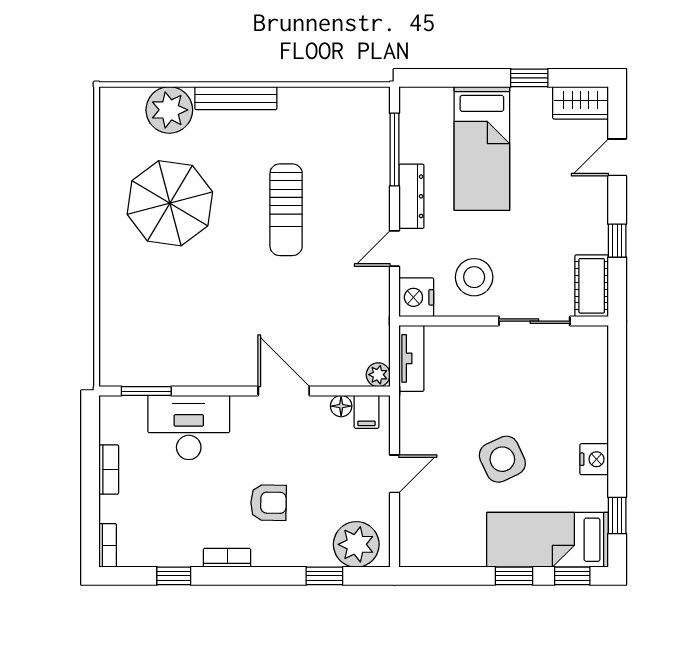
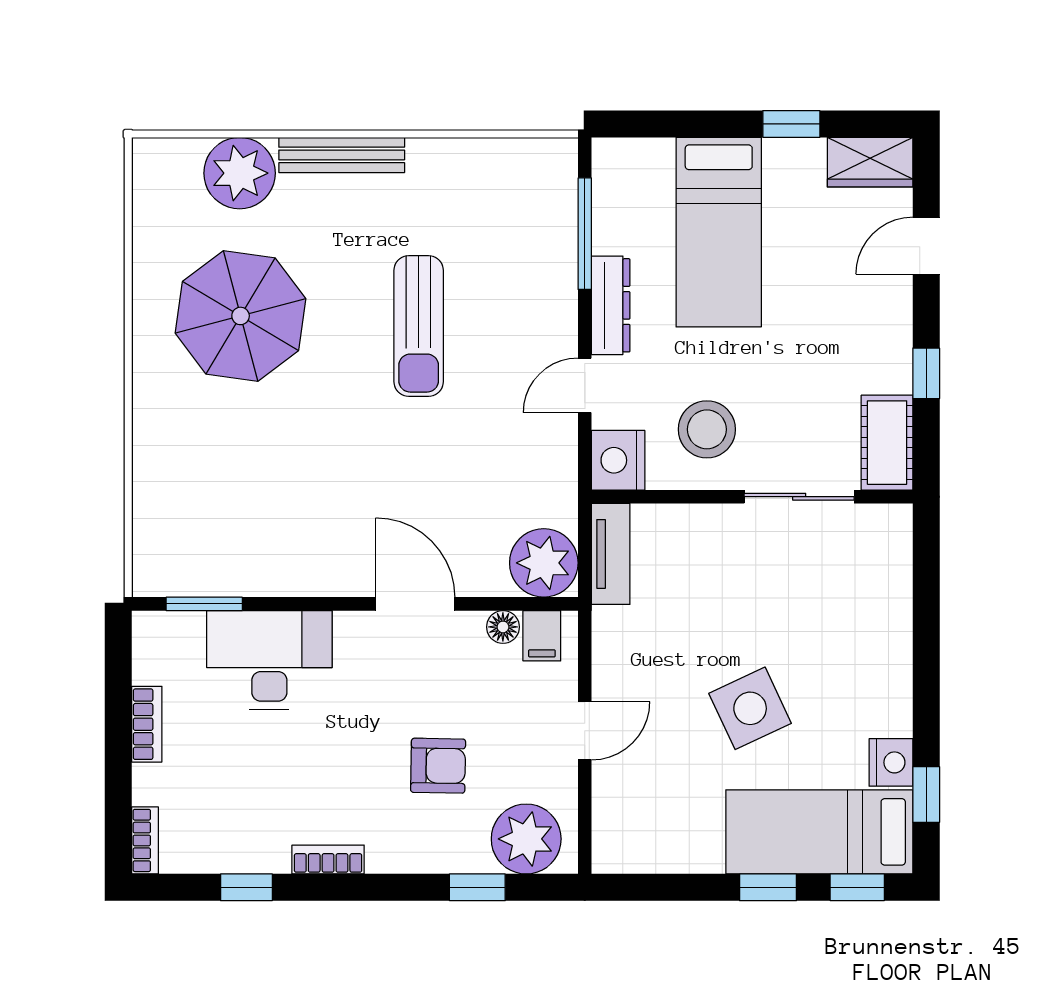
plant: (378, 375) -> (544, 563), width x1.88, depth x1.88
nightstand: (594, 459) -> (891, 762), moved
armchair: (268, 503) -> (438, 766), moved

